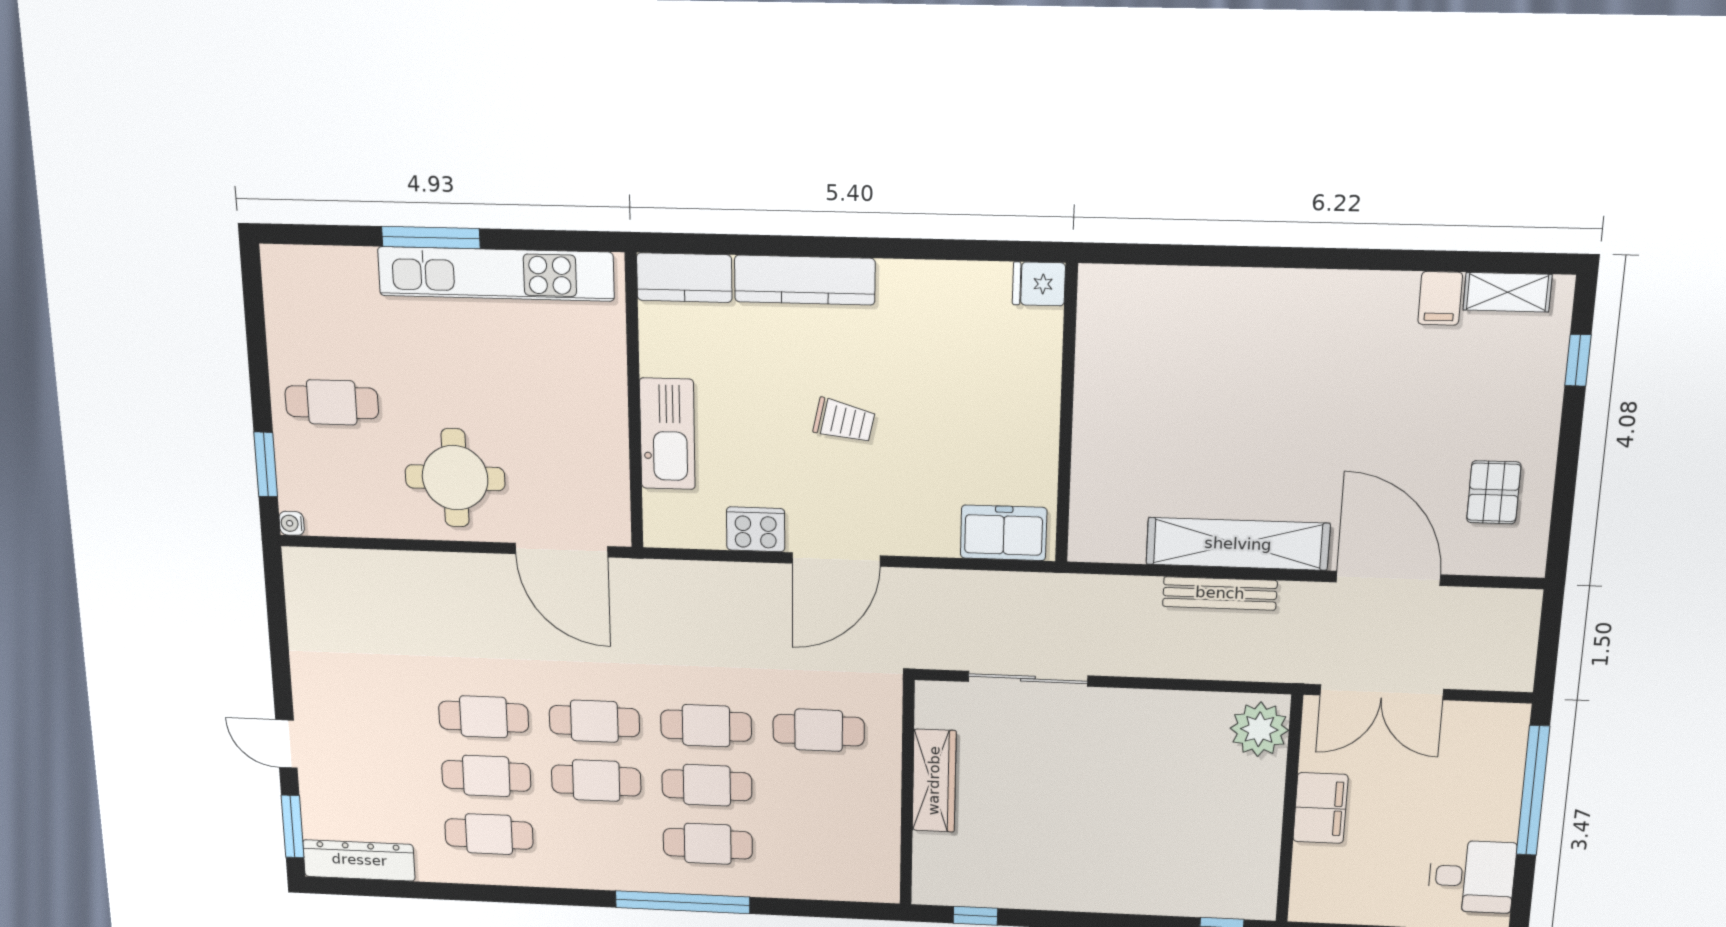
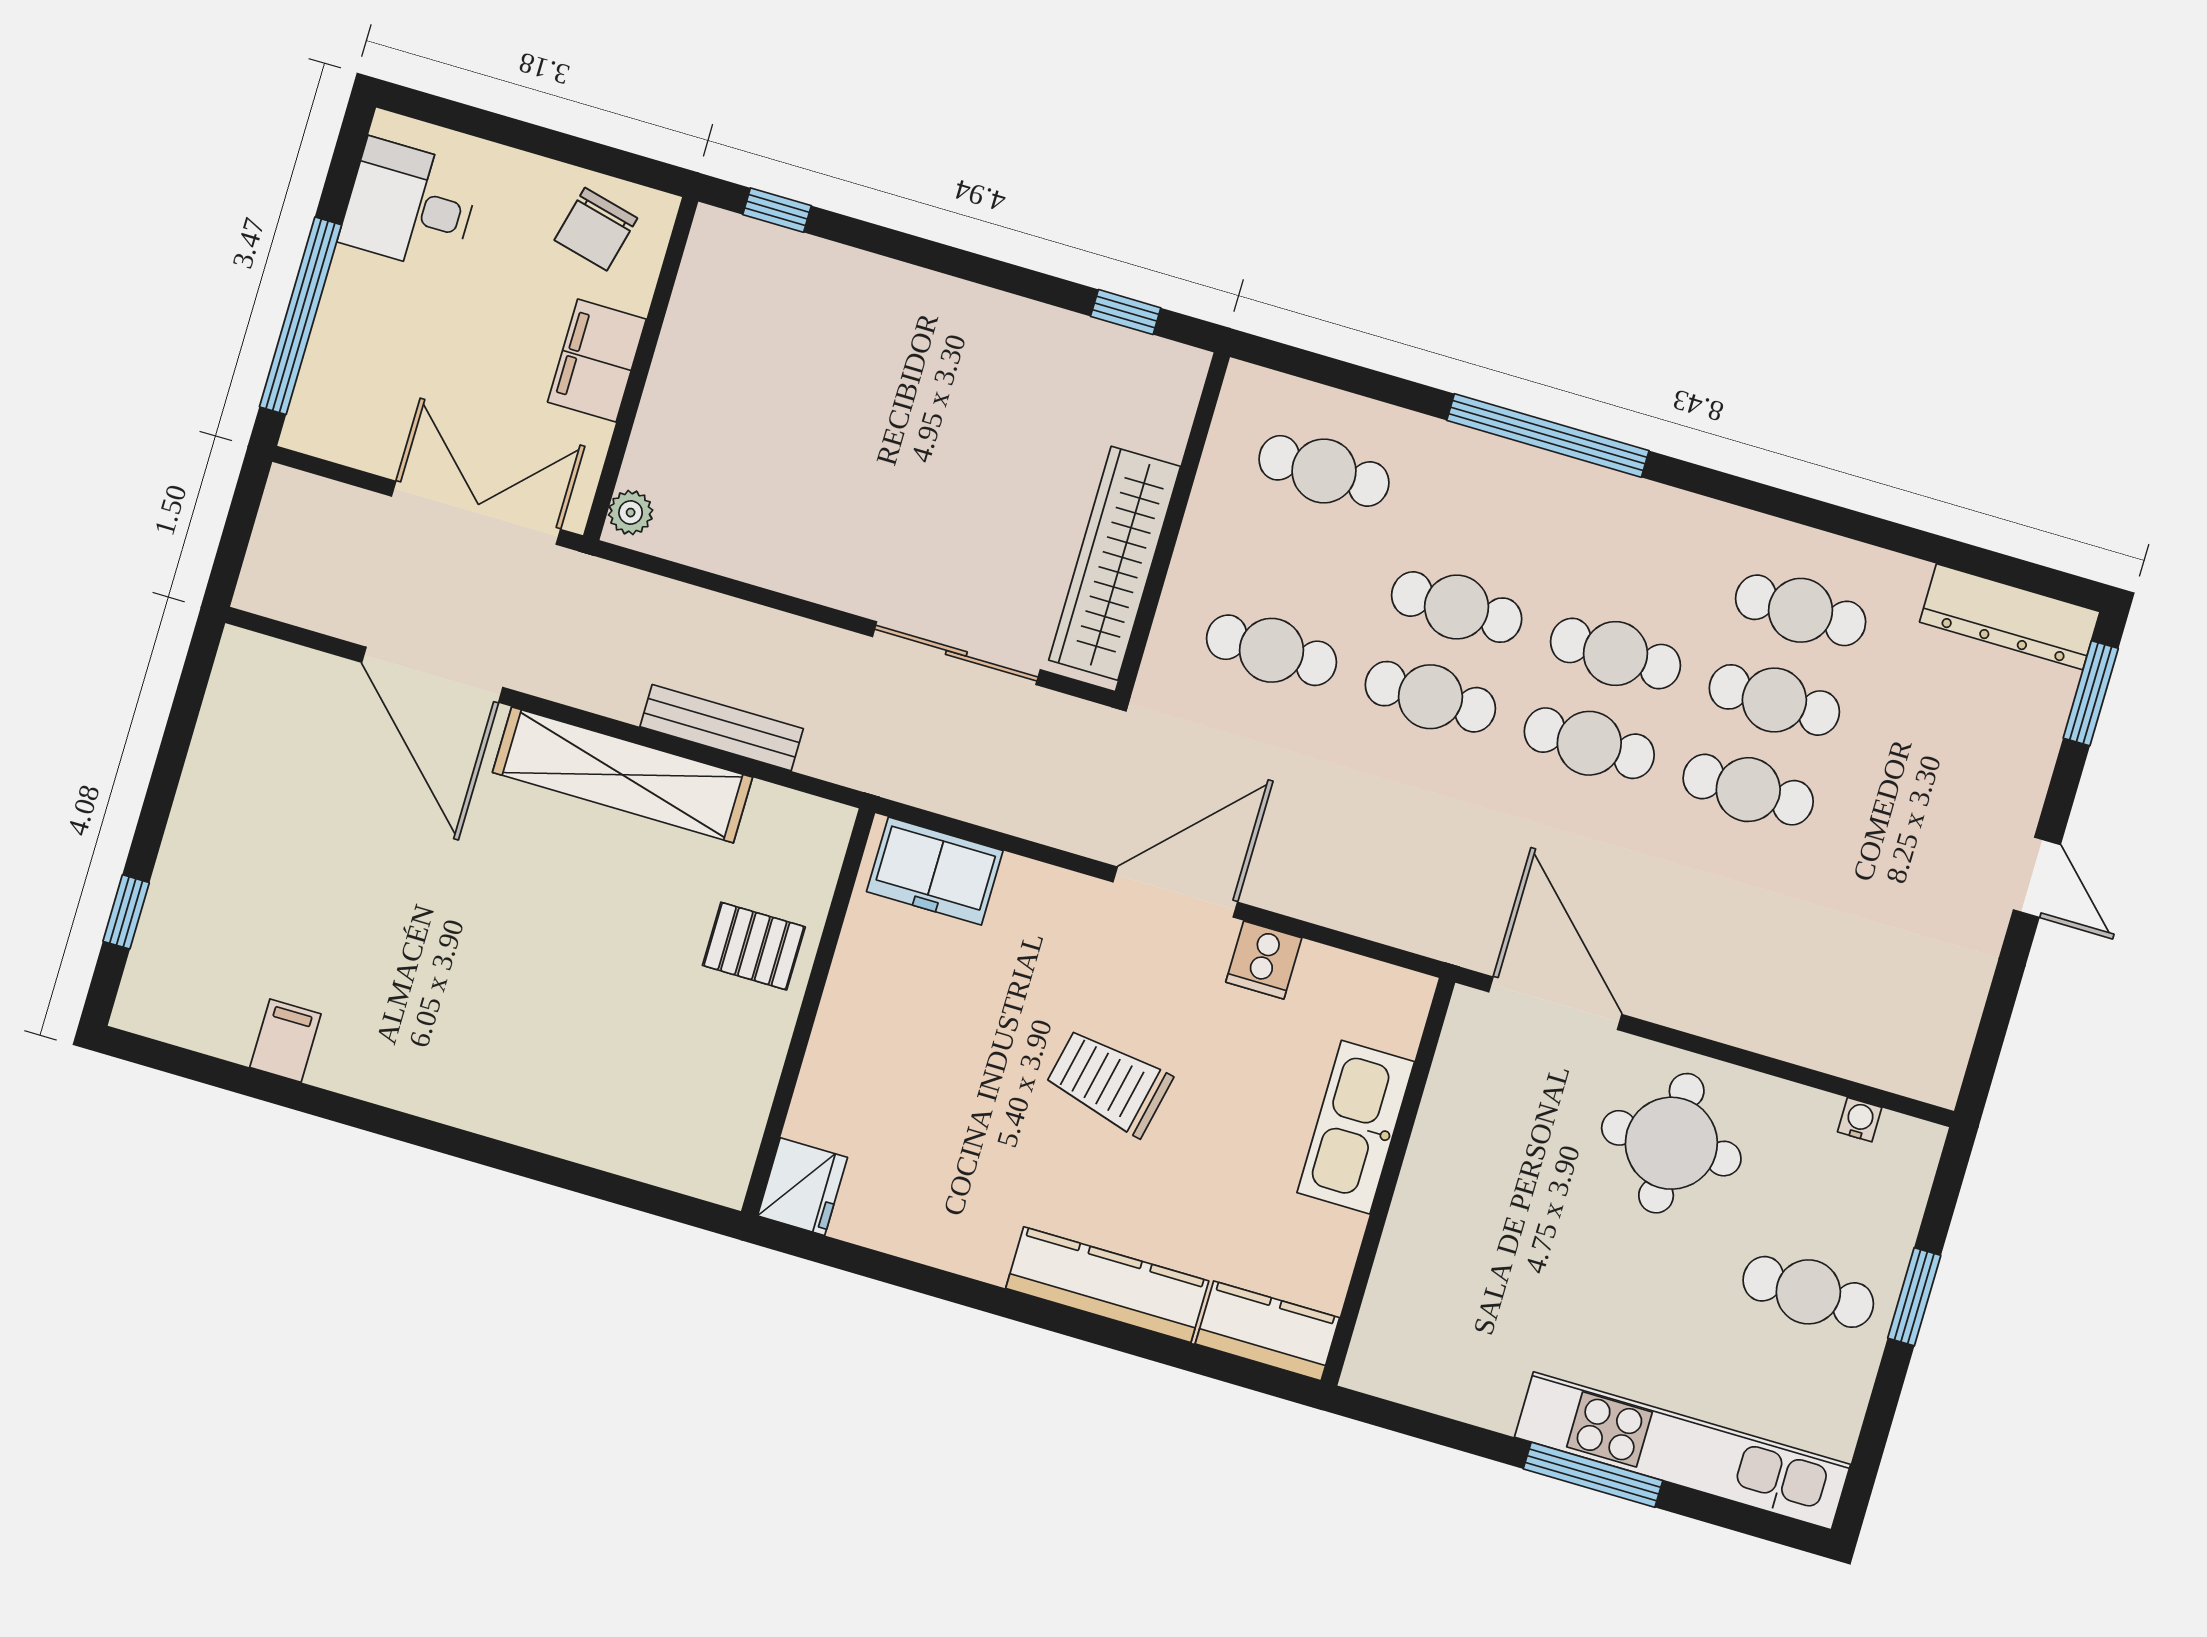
kitchen unit: (496, 274) -> (1682, 1451), moved
fridge: (1039, 284) -> (802, 1187), width x1.38
shelving: (1507, 292) -> (198, 1026), removed
trolley: (844, 421) -> (1109, 1082), width x1.36, depth x1.39
window: (266, 464) -> (1914, 1297), moved
pallet: (1494, 492) -> (754, 946), moved, turned 90
water cooler: (292, 523) -> (1860, 1120), moved, turned -90
cooker: (756, 529) -> (1264, 960), width x0.73
bench: (1220, 593) -> (722, 728), moved
plant: (1259, 729) -> (631, 513), width x0.53, depth x0.53
door: (286, 744) -> (2037, 877), moved
wardrobe: (934, 781) -> (1115, 563), width x1.40, depth x1.17
cafe table: (708, 844) -> (1324, 471), moved
chair: (1341, 889) -> (596, 229), added

